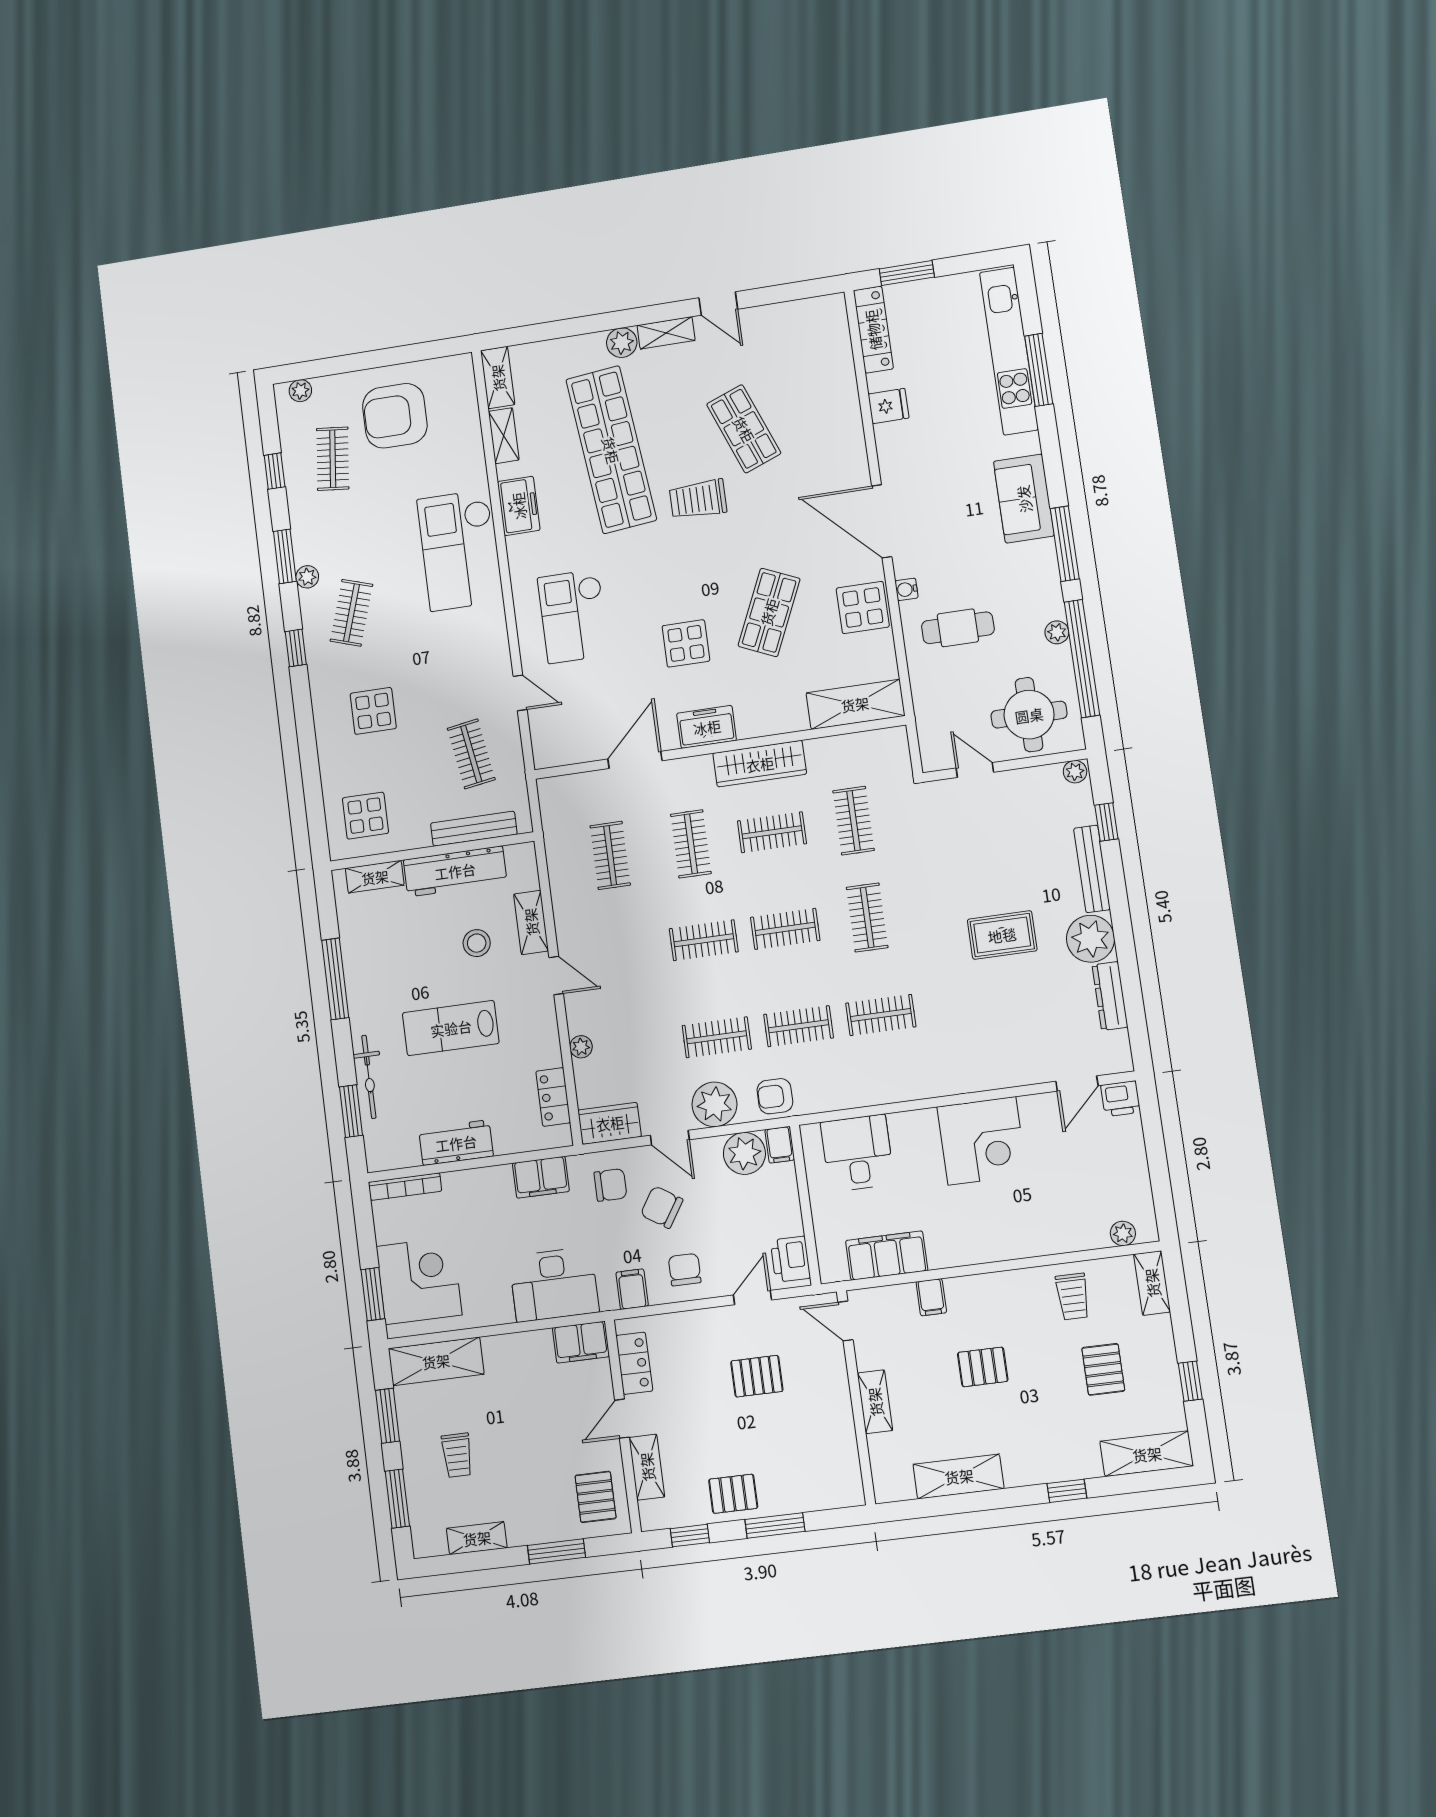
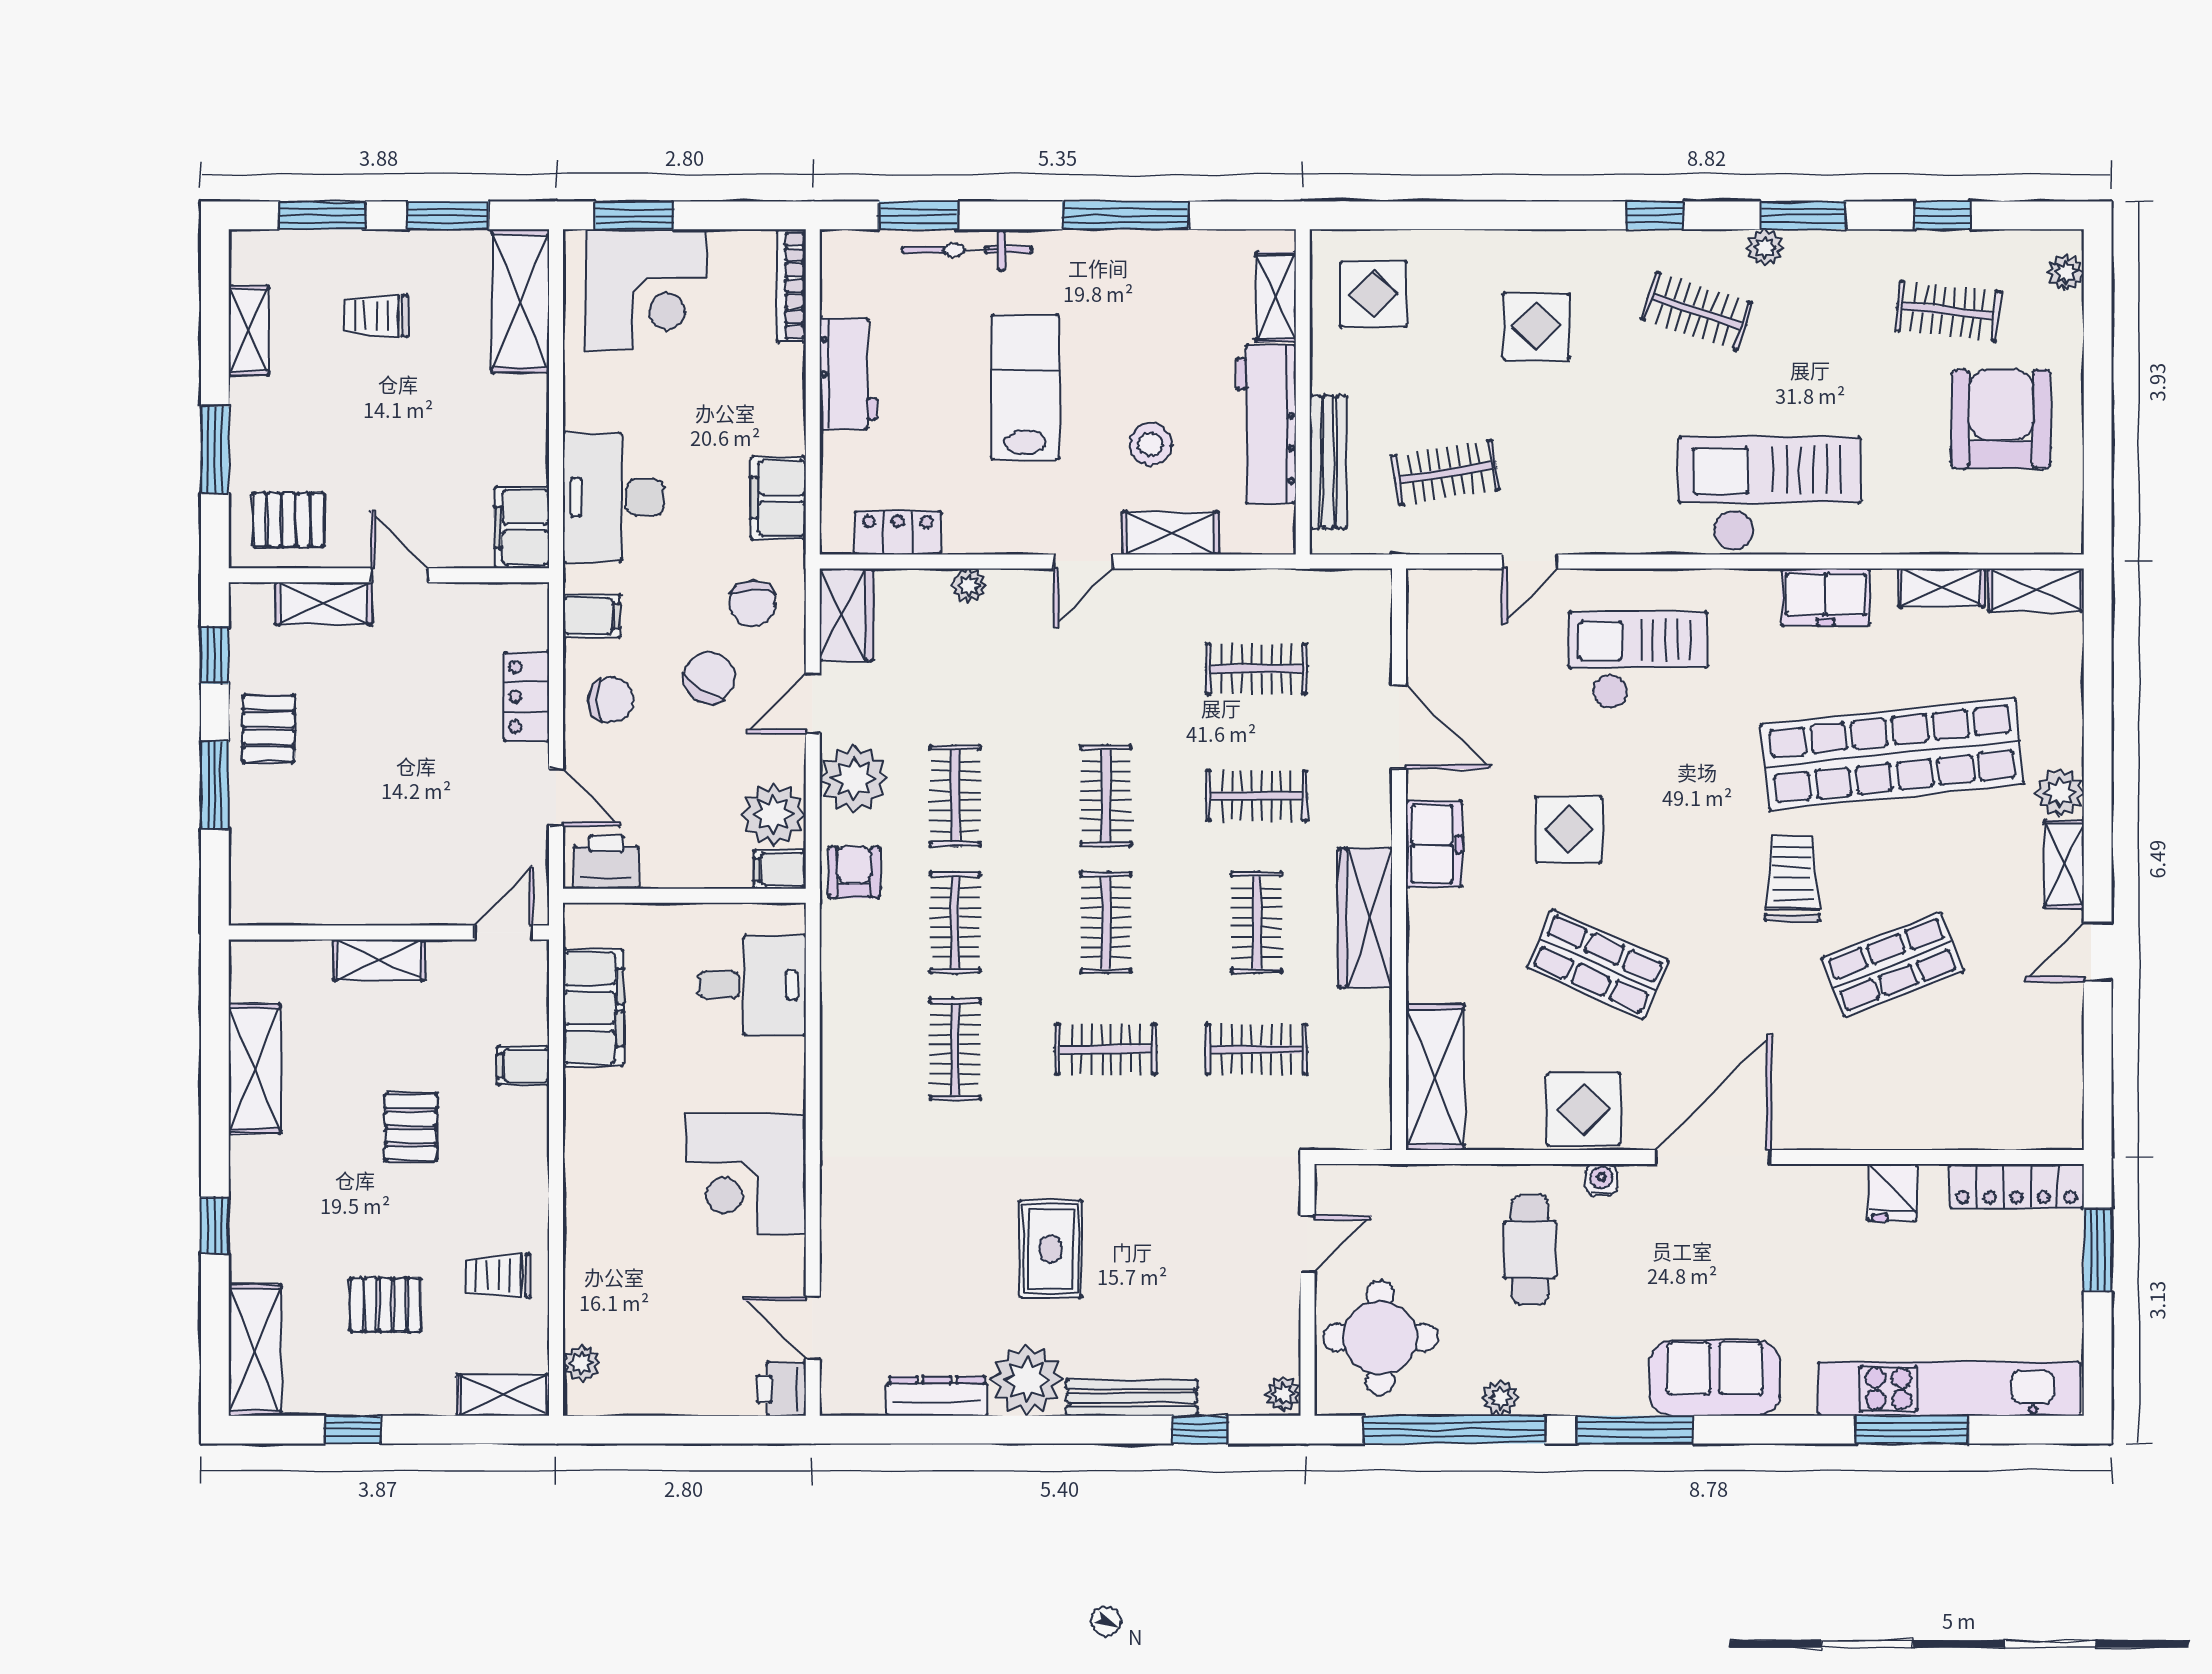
locker: (634, 1363) -> (526, 697), moved, turned 90
pallet: (757, 1376) -> (438, 788), removed

